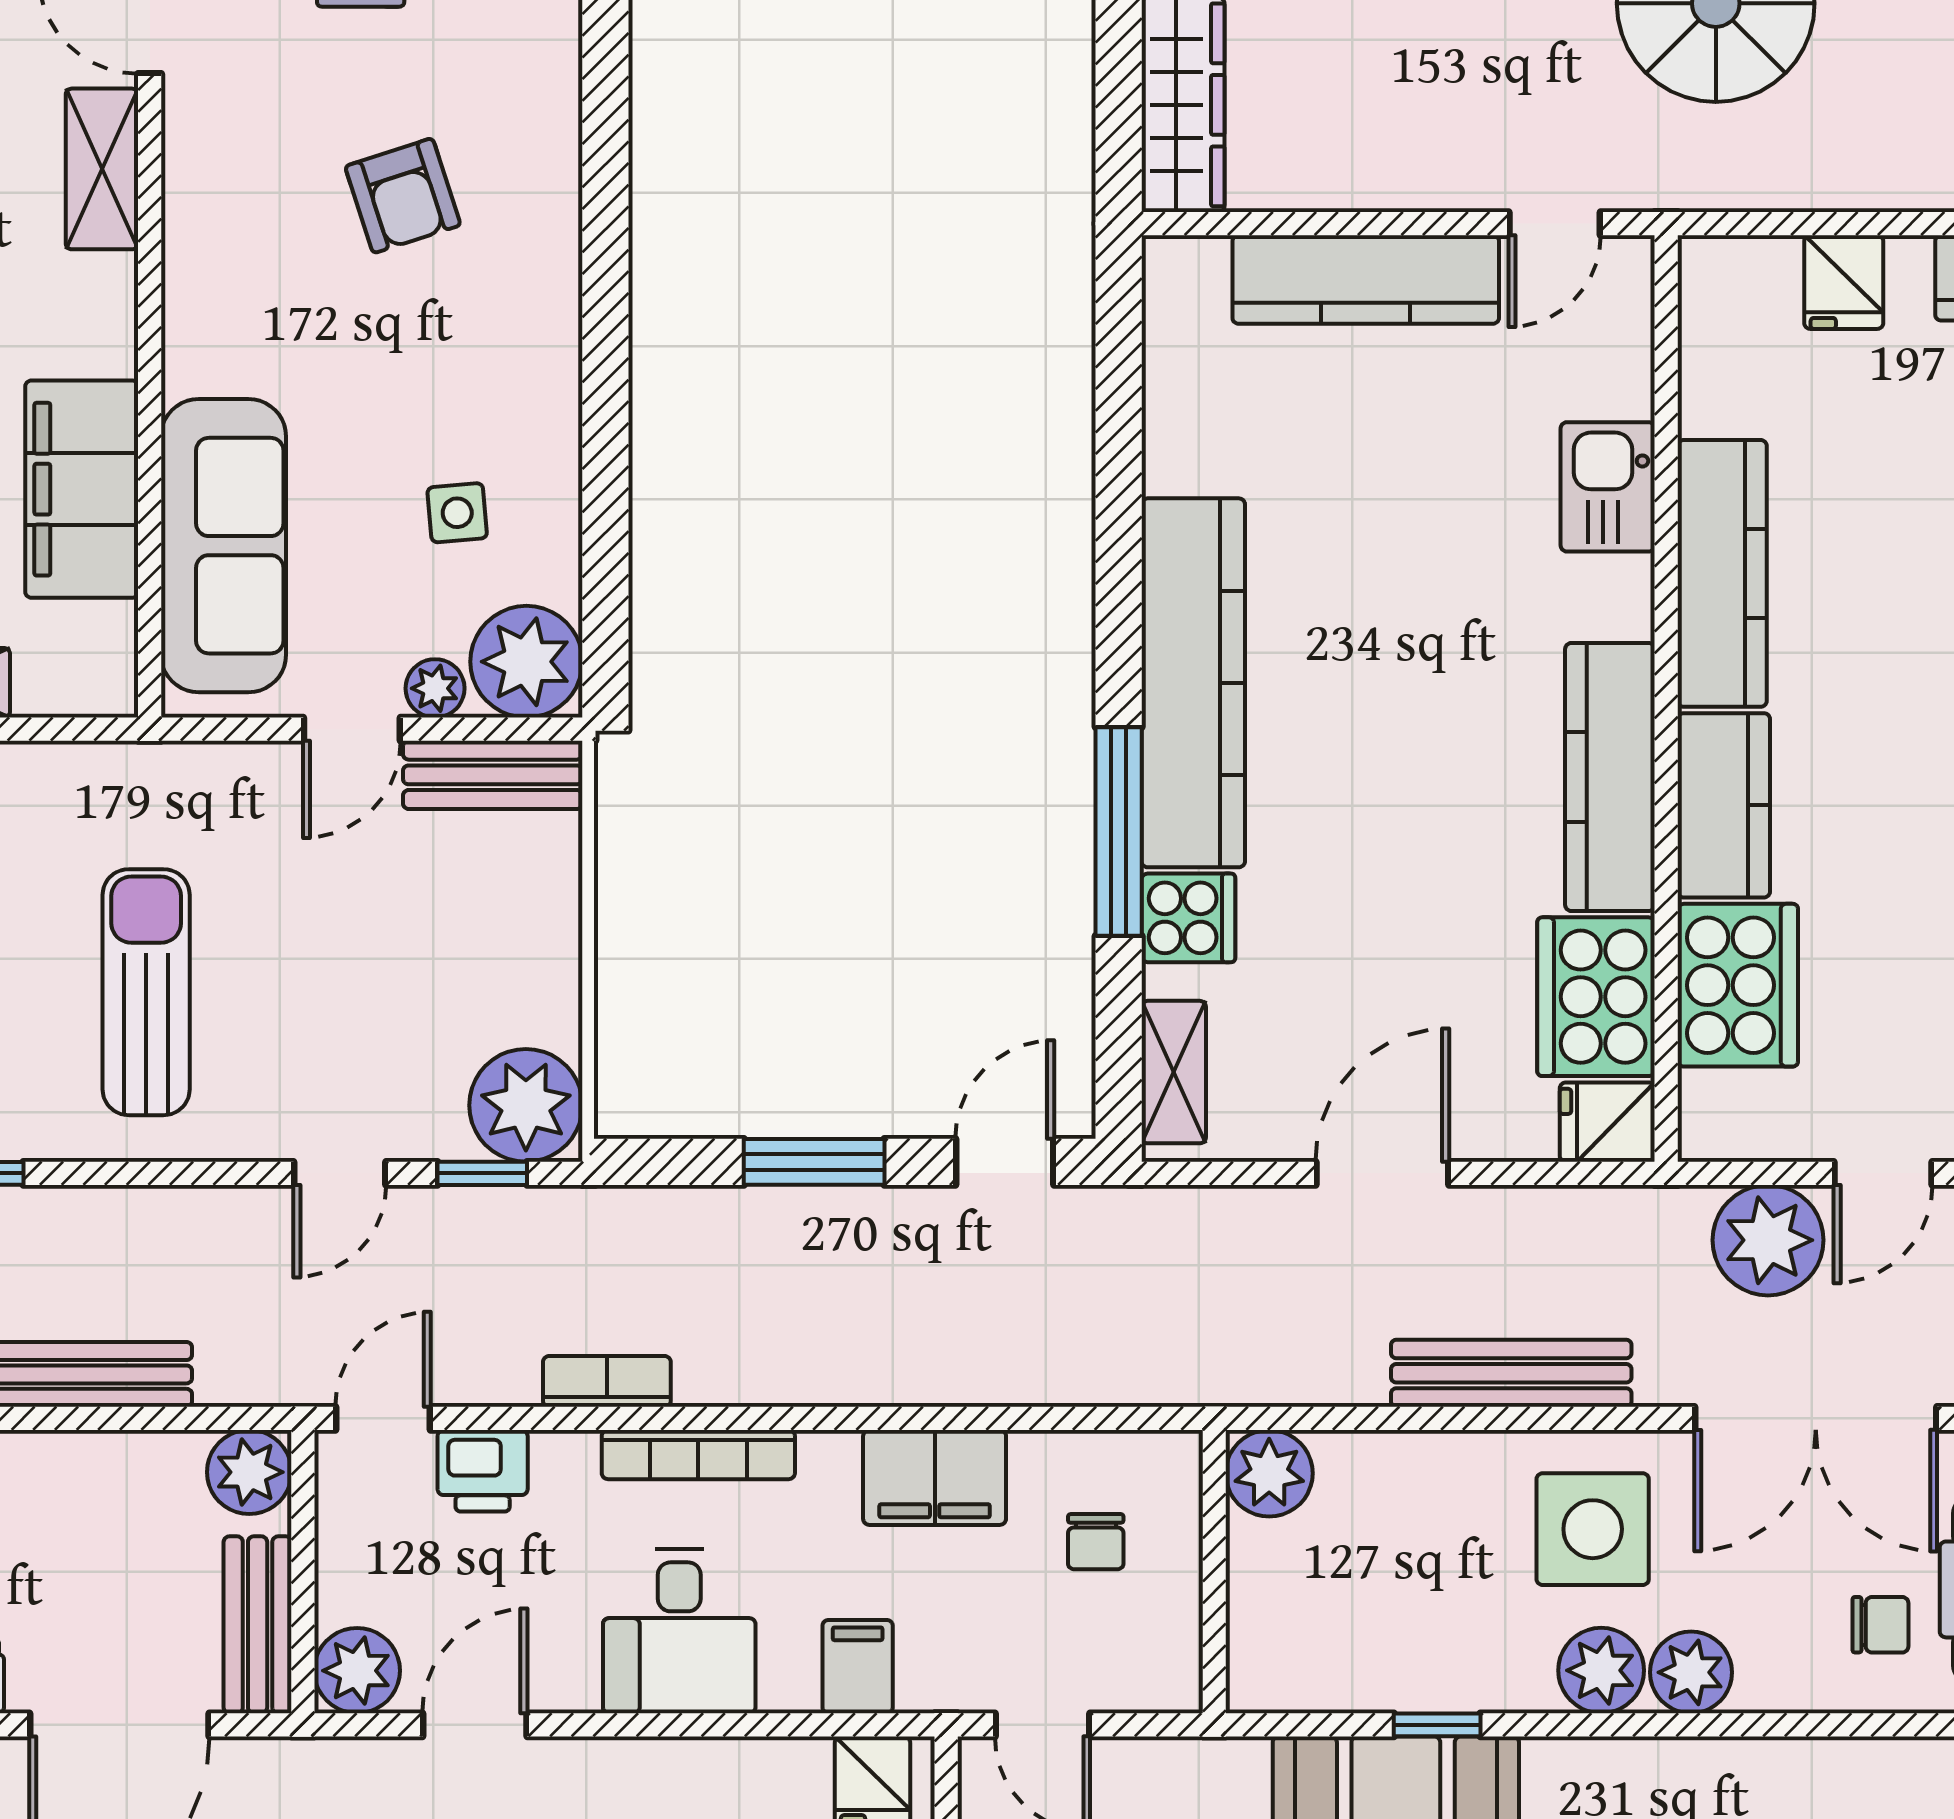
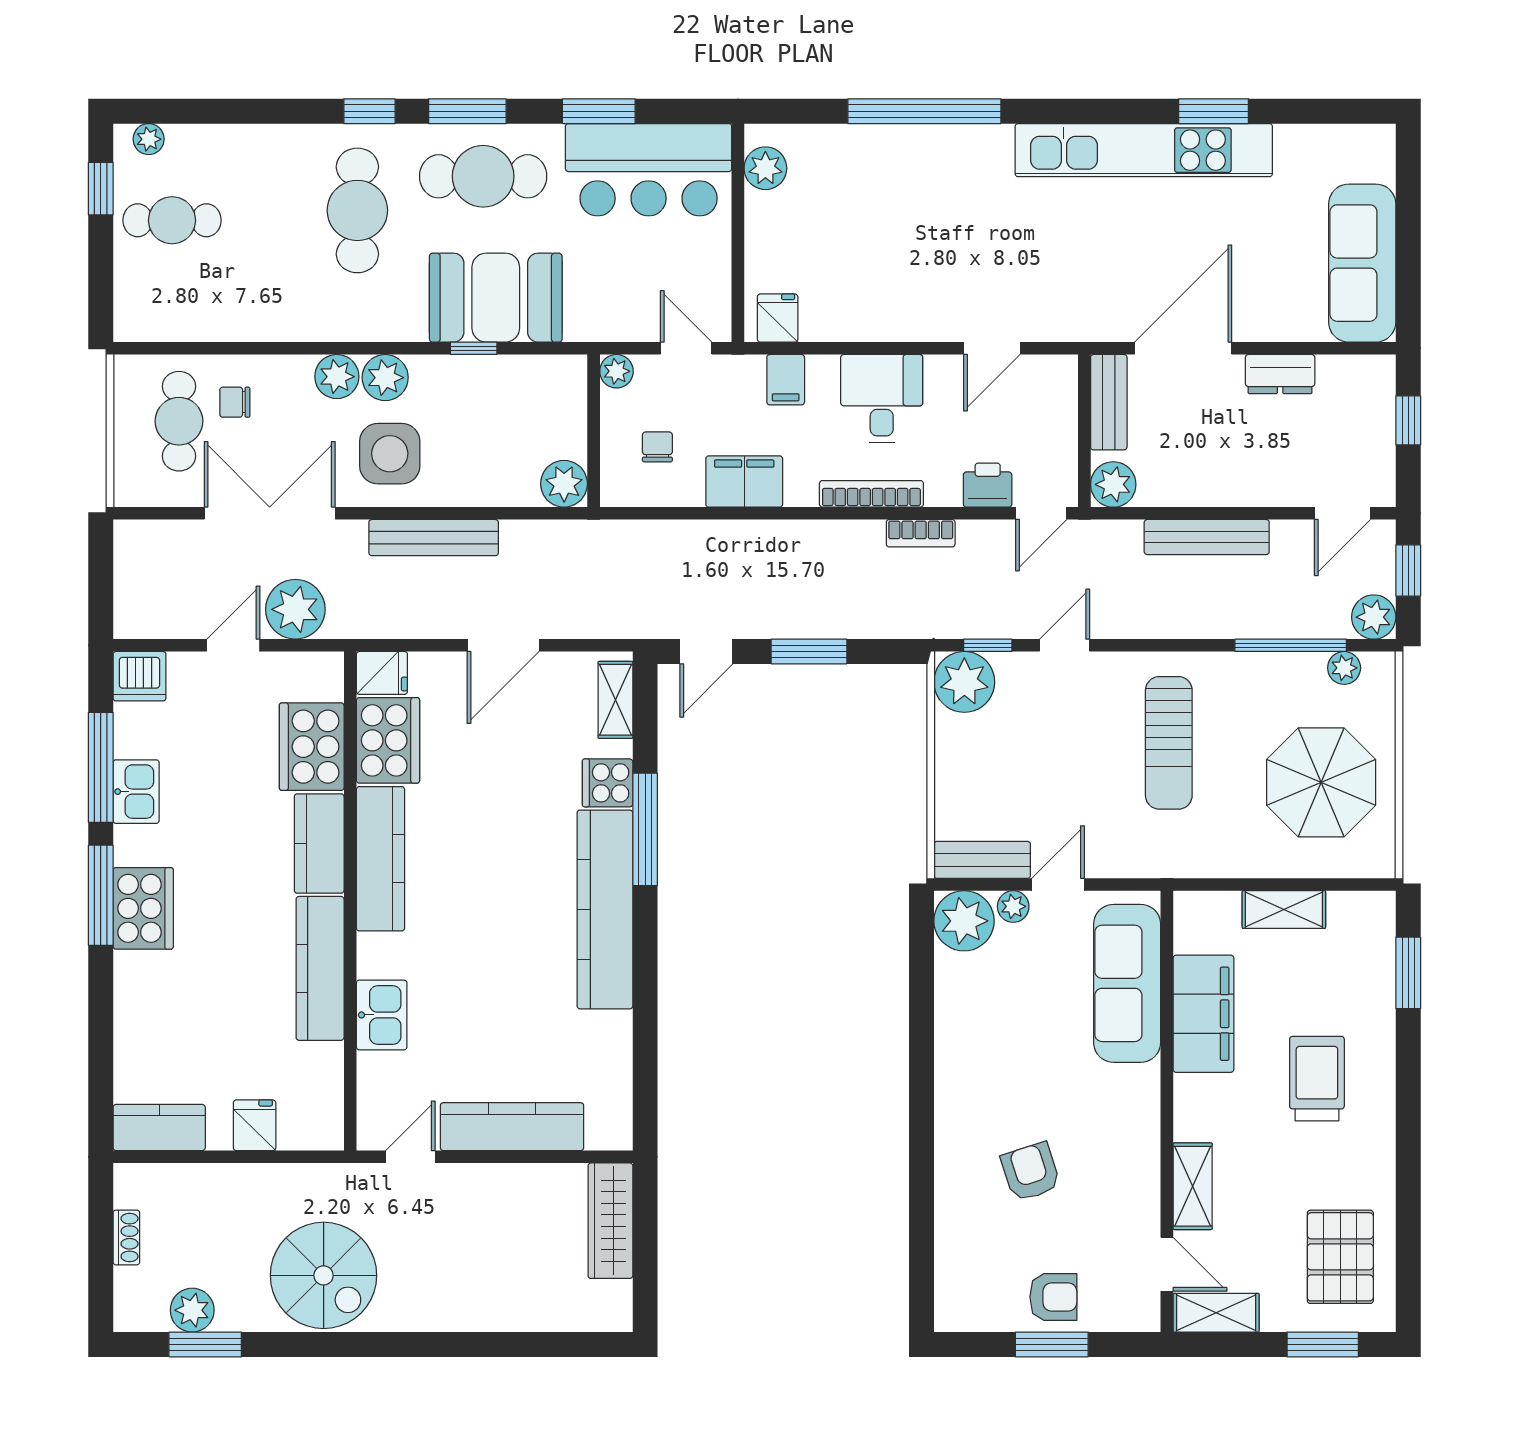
side table: (457, 513) -> (1001, 1001), removed
plant: (357, 1671) -> (616, 371), moved, width x0.73, depth x0.73

